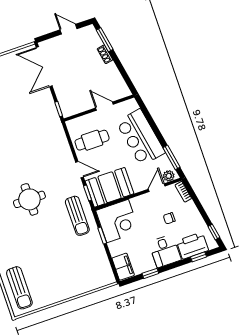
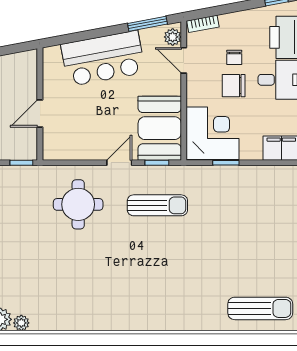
door: (104, 106) -> (40, 114), moved
cafe table: (92, 140) -> (83, 130), removed
round table: (29, 199) -> (78, 204), moved
sun lounger: (77, 216) -> (157, 205), moved
chair: (152, 224) -> (234, 86), added

